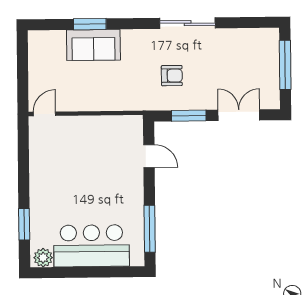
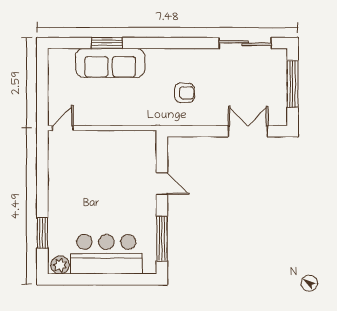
sliding door: (188, 23) -> (245, 43), moved
sofa: (93, 45) -> (110, 63), width x1.36
window: (189, 116) -> (200, 131), removed
door: (149, 156) -> (162, 183), moved

